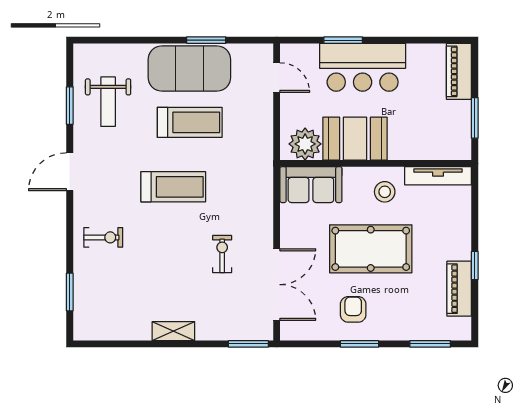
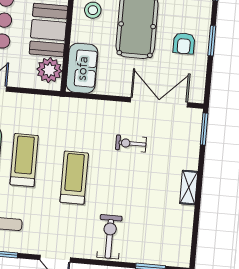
exercise bike: (103, 237) -> (109, 237), width x1.38, depth x1.39
armchair: (353, 309) -> (184, 43), turned -90

